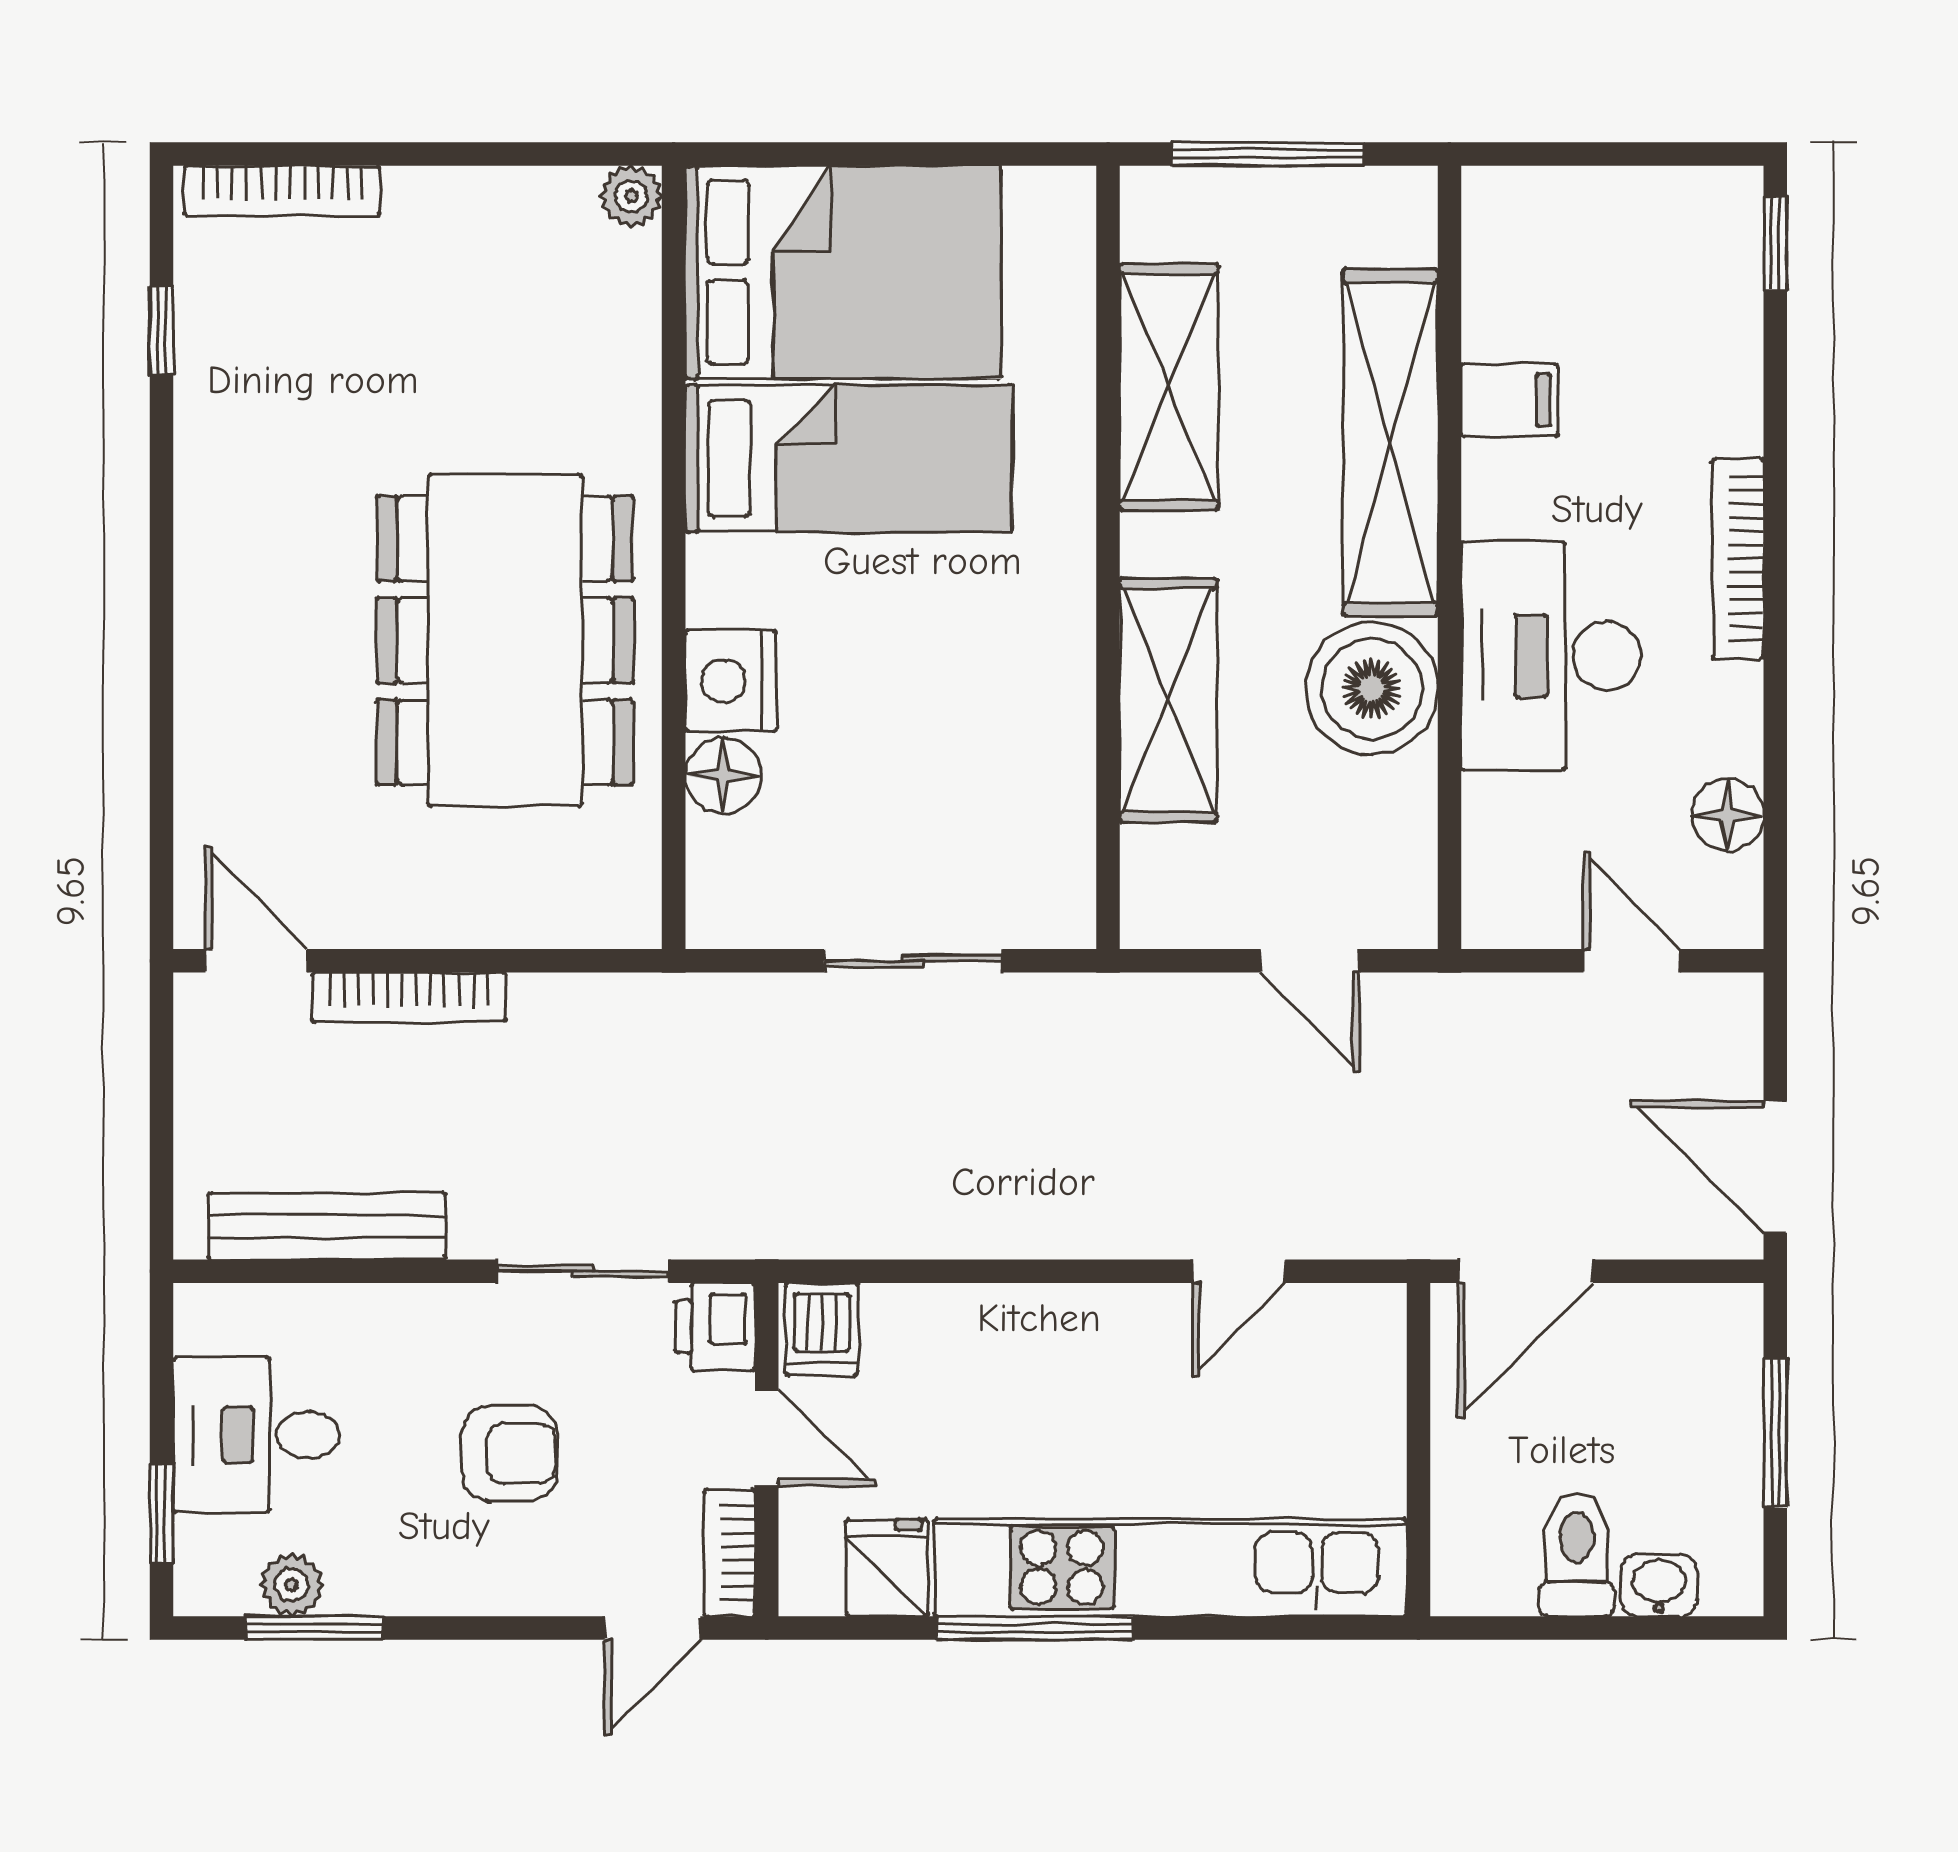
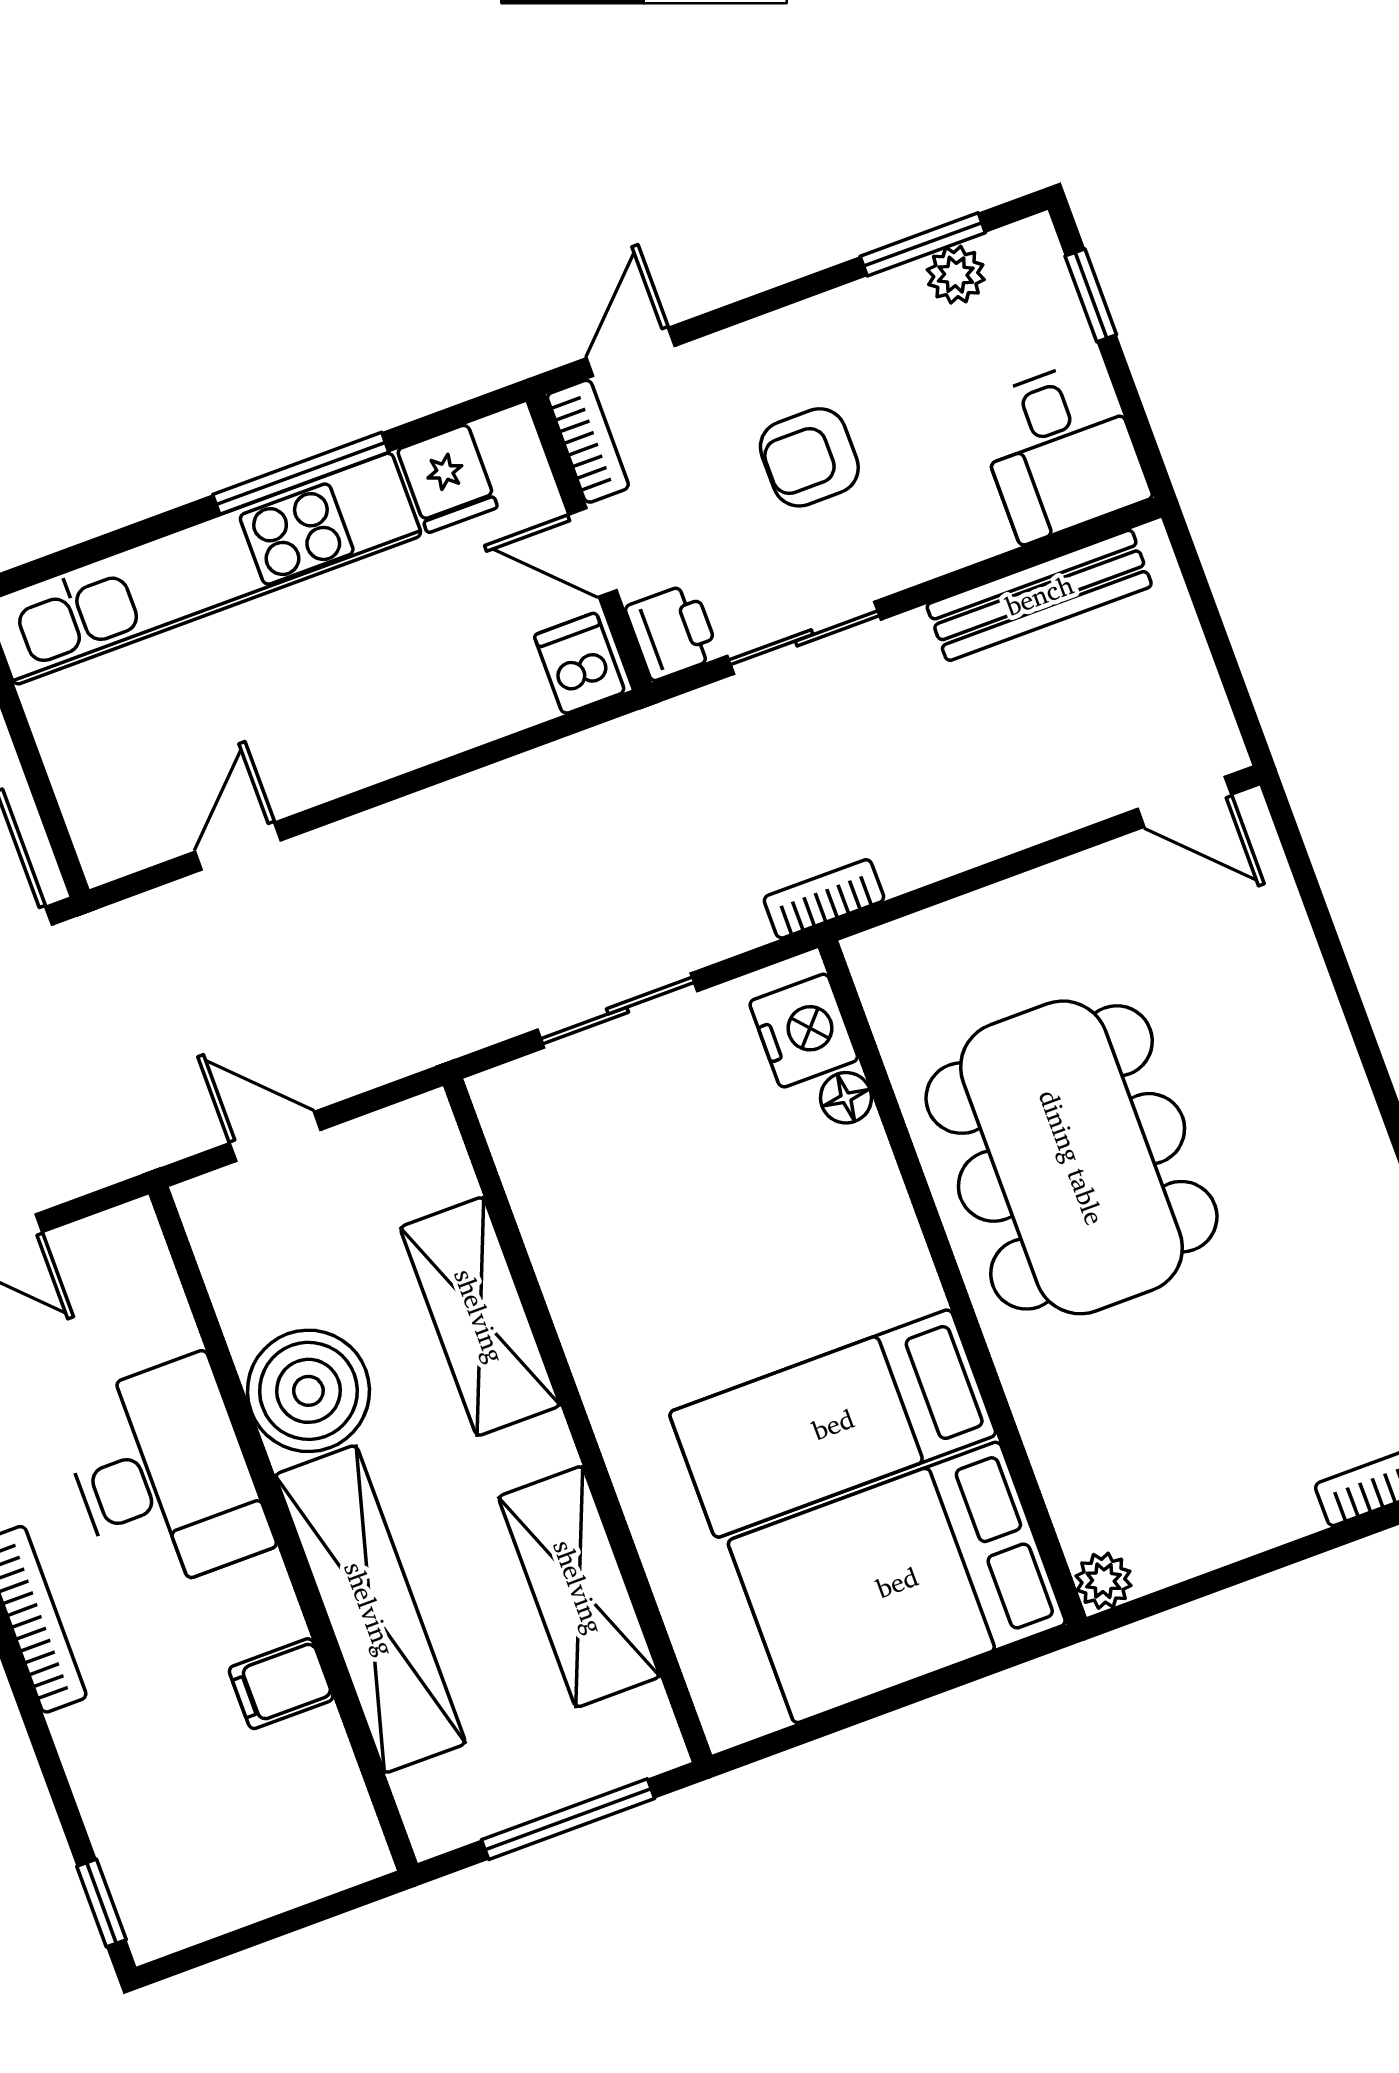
nightstand: (731, 681) -> (804, 1031), moved
floor lamp: (723, 776) -> (846, 1098), width x0.73, depth x0.73
bookcase: (409, 997) -> (824, 899), moved, width x0.64
desk: (257, 1435) -> (1061, 450), moved, turned 90

